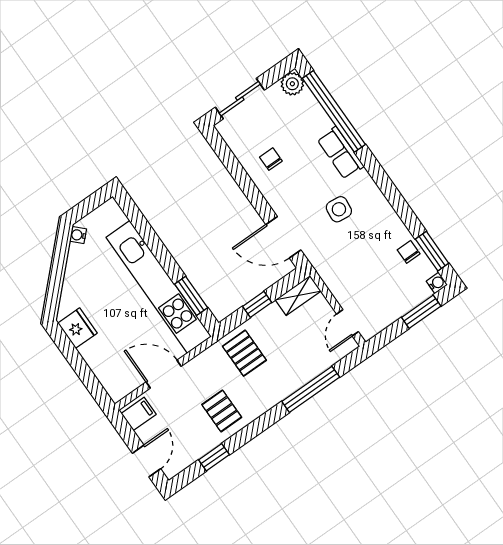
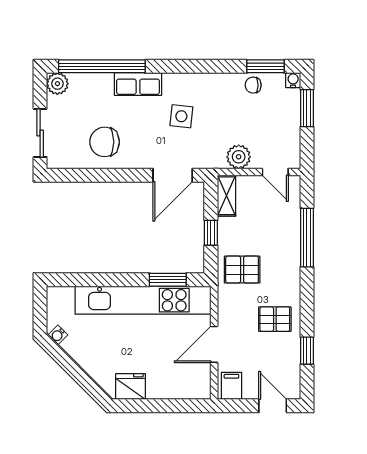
chair: (271, 159) -> (105, 142), width x1.87, depth x1.87
plant: (339, 282) -> (239, 157), added

